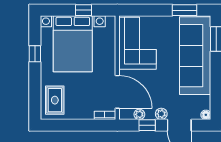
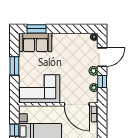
window: (185, 10) -> (14, 66), moved
sofa: (195, 56) -> (35, 42), width x0.54, depth x0.79
door: (117, 92) -> (77, 104), swing flipped

